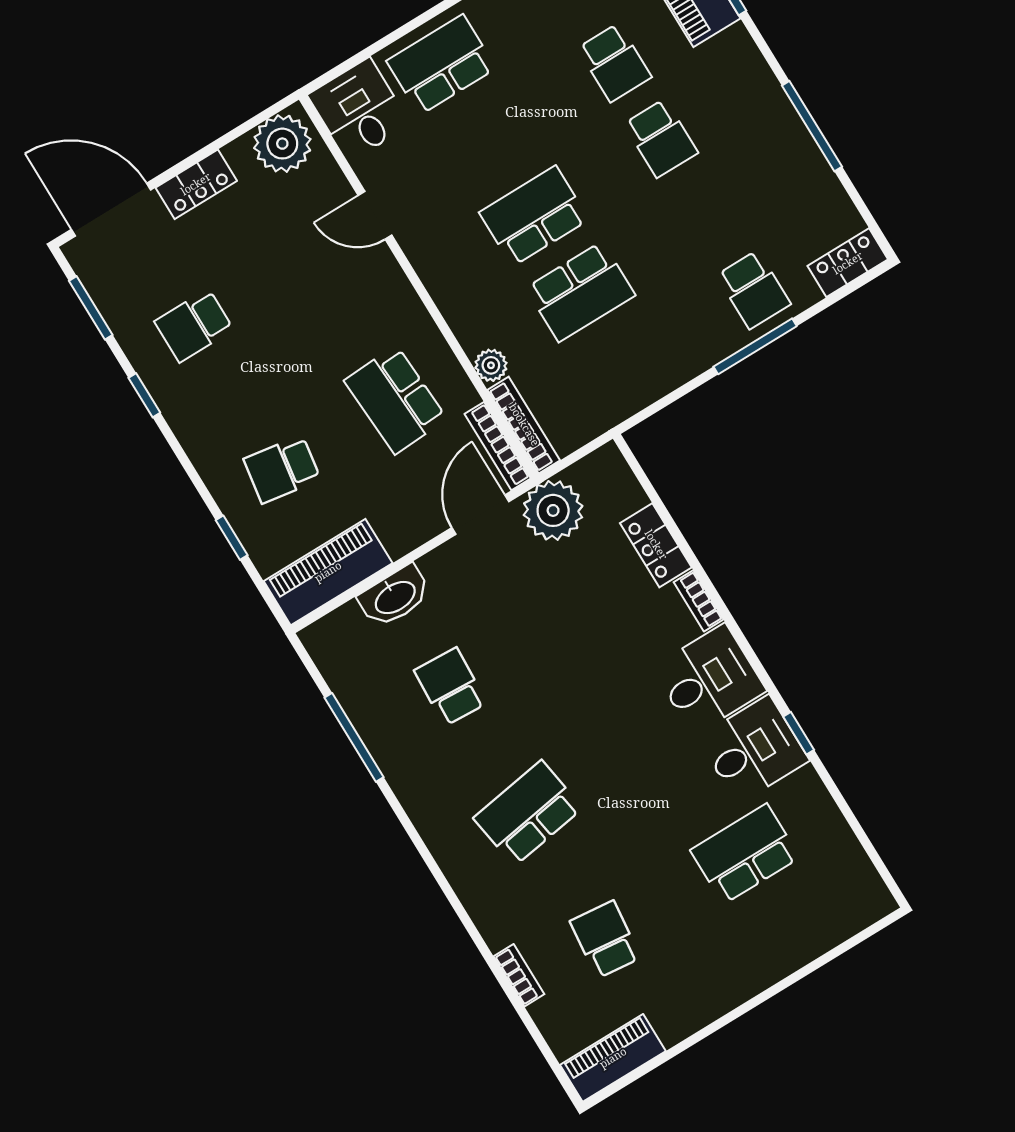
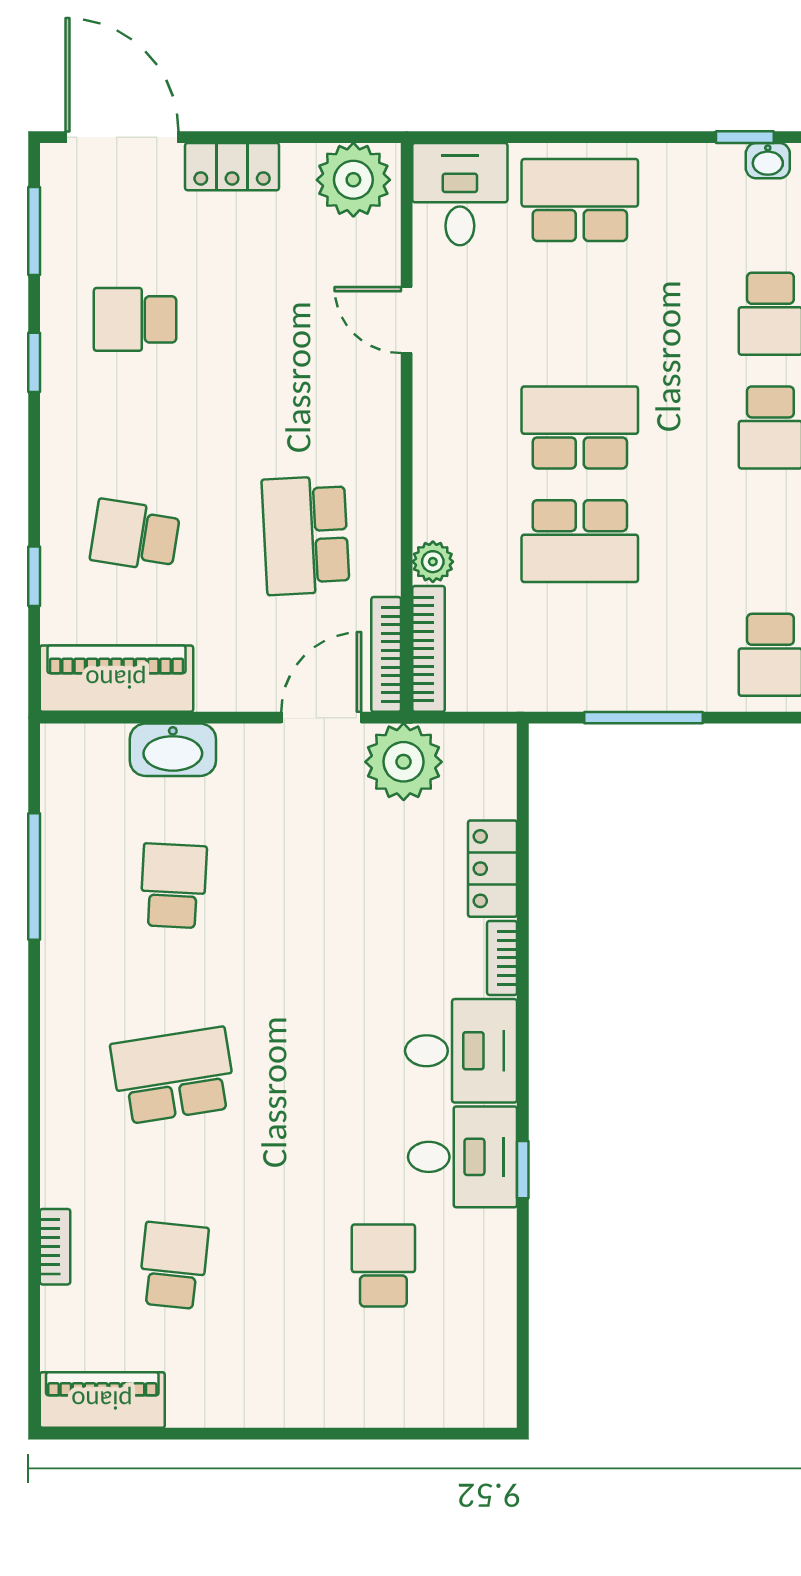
window: (755, 346) -> (643, 718), moved
school desk: (745, 854) -> (383, 1266), width x0.54

